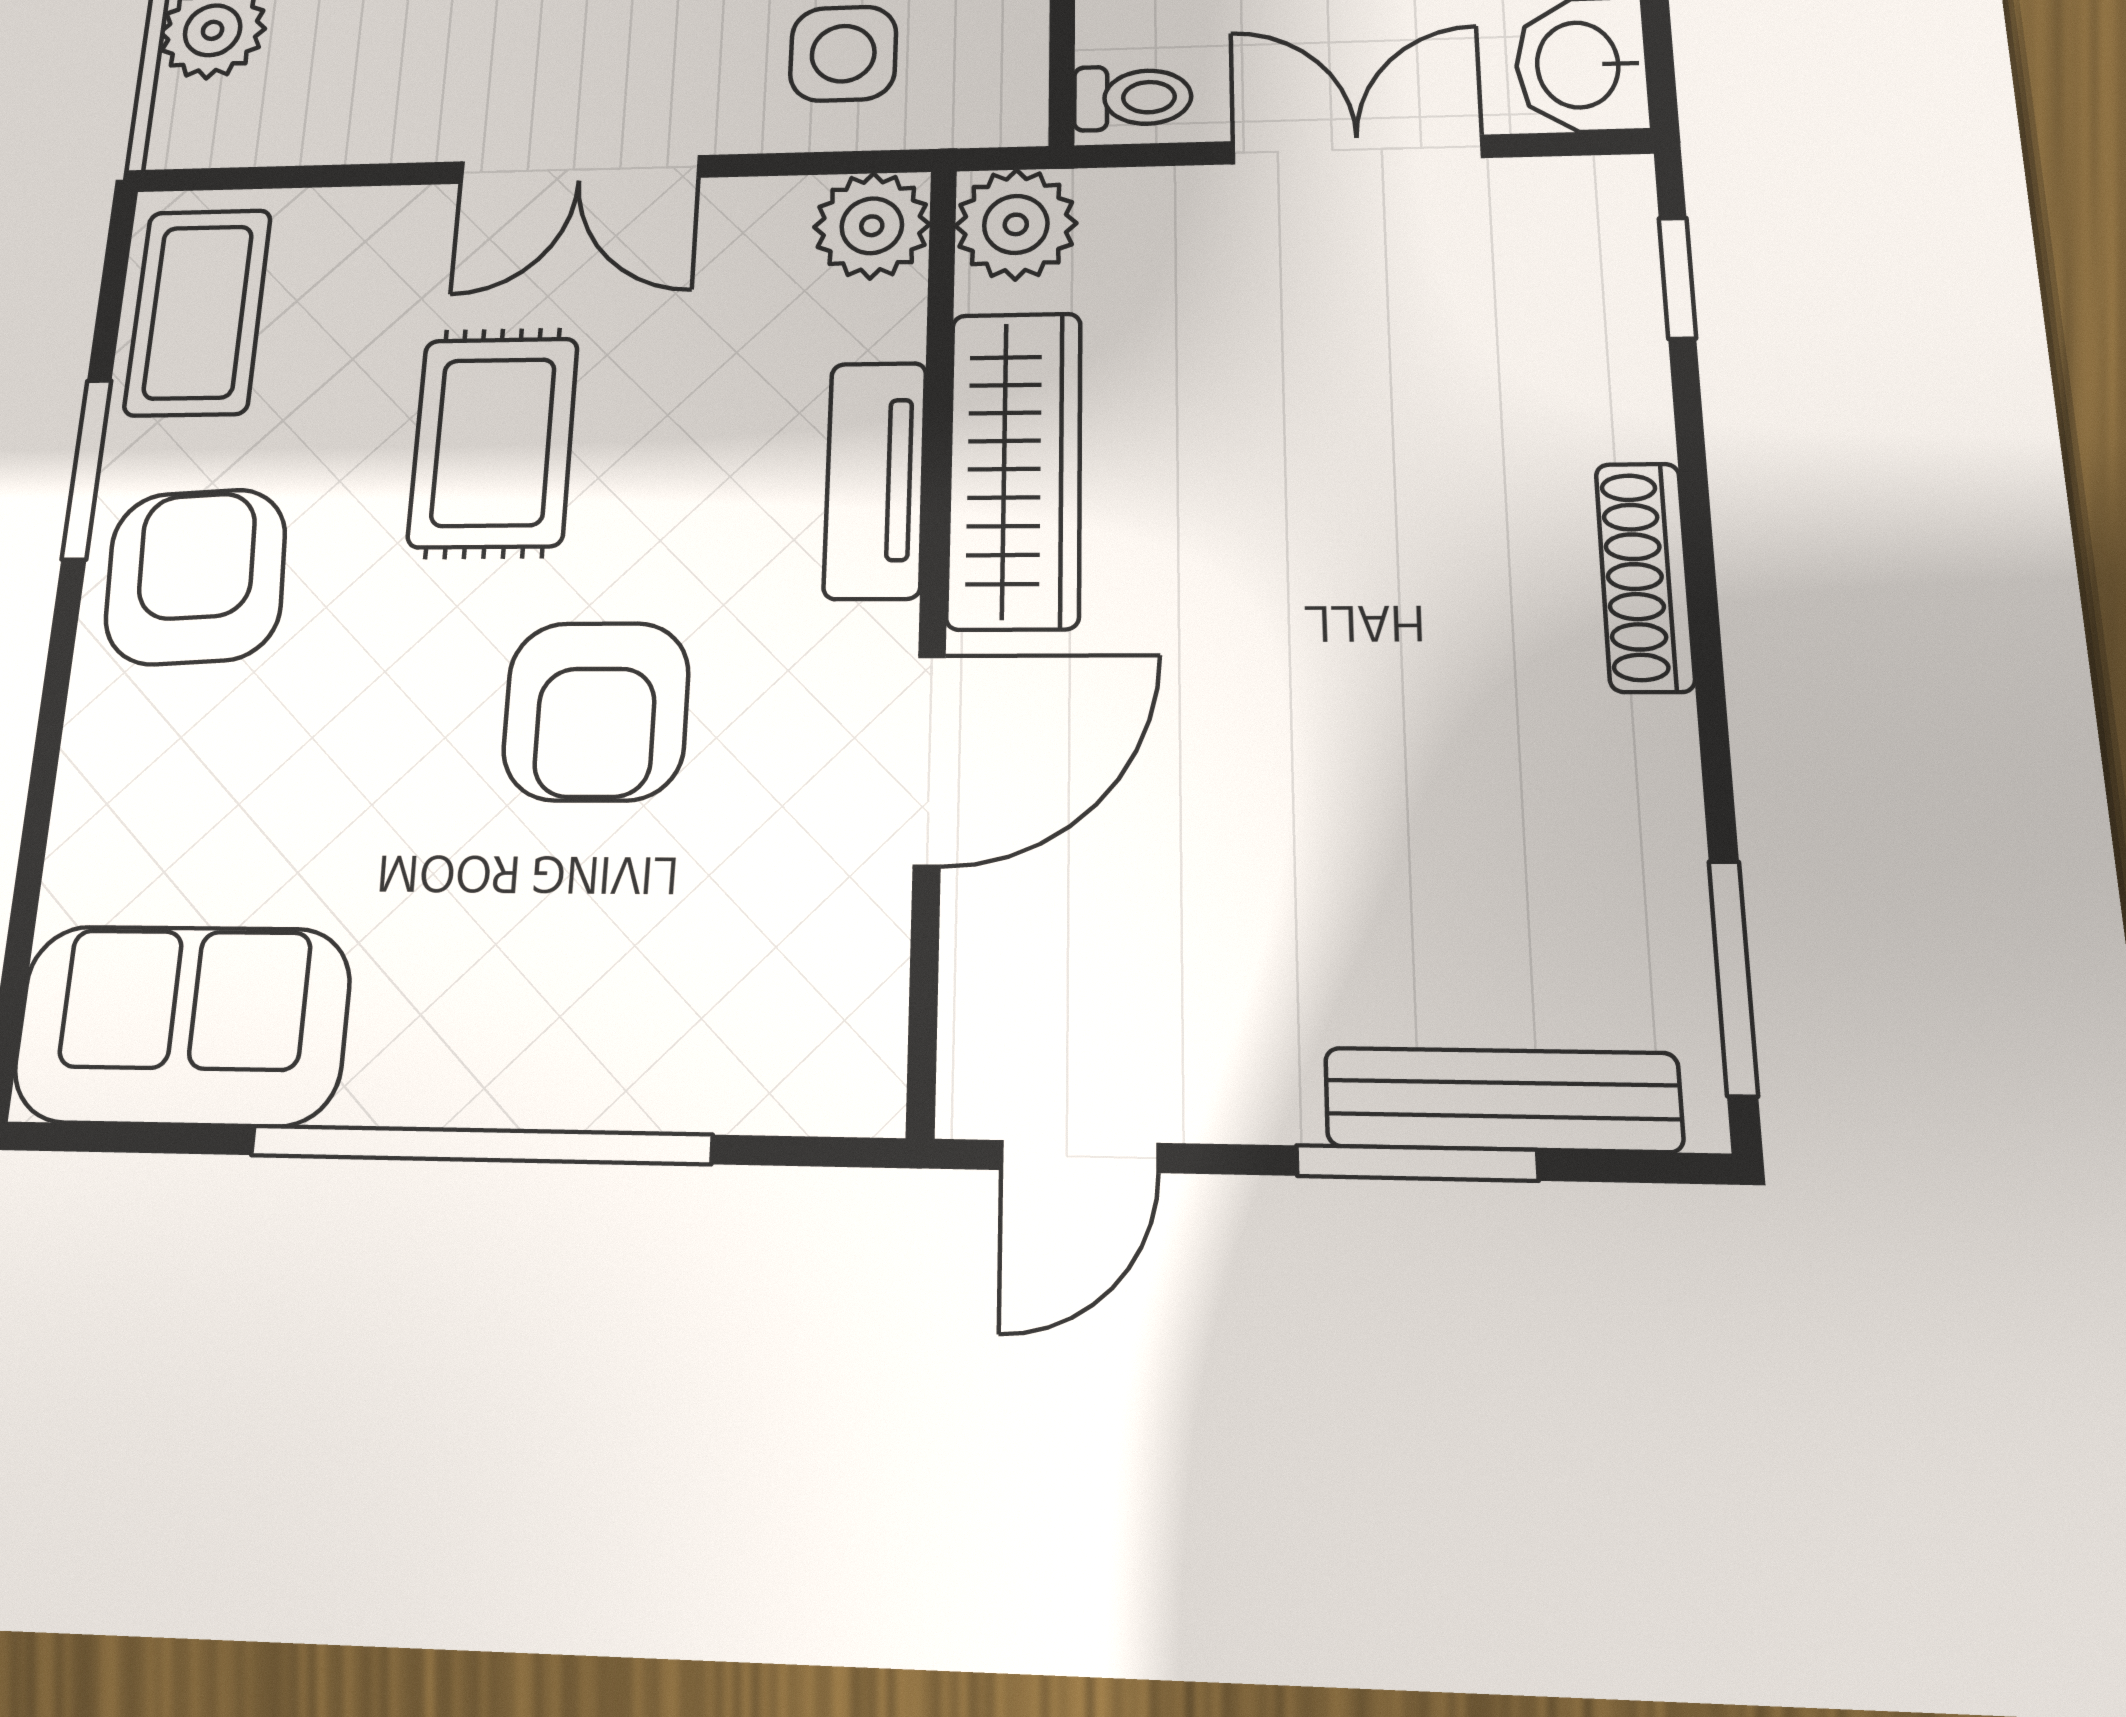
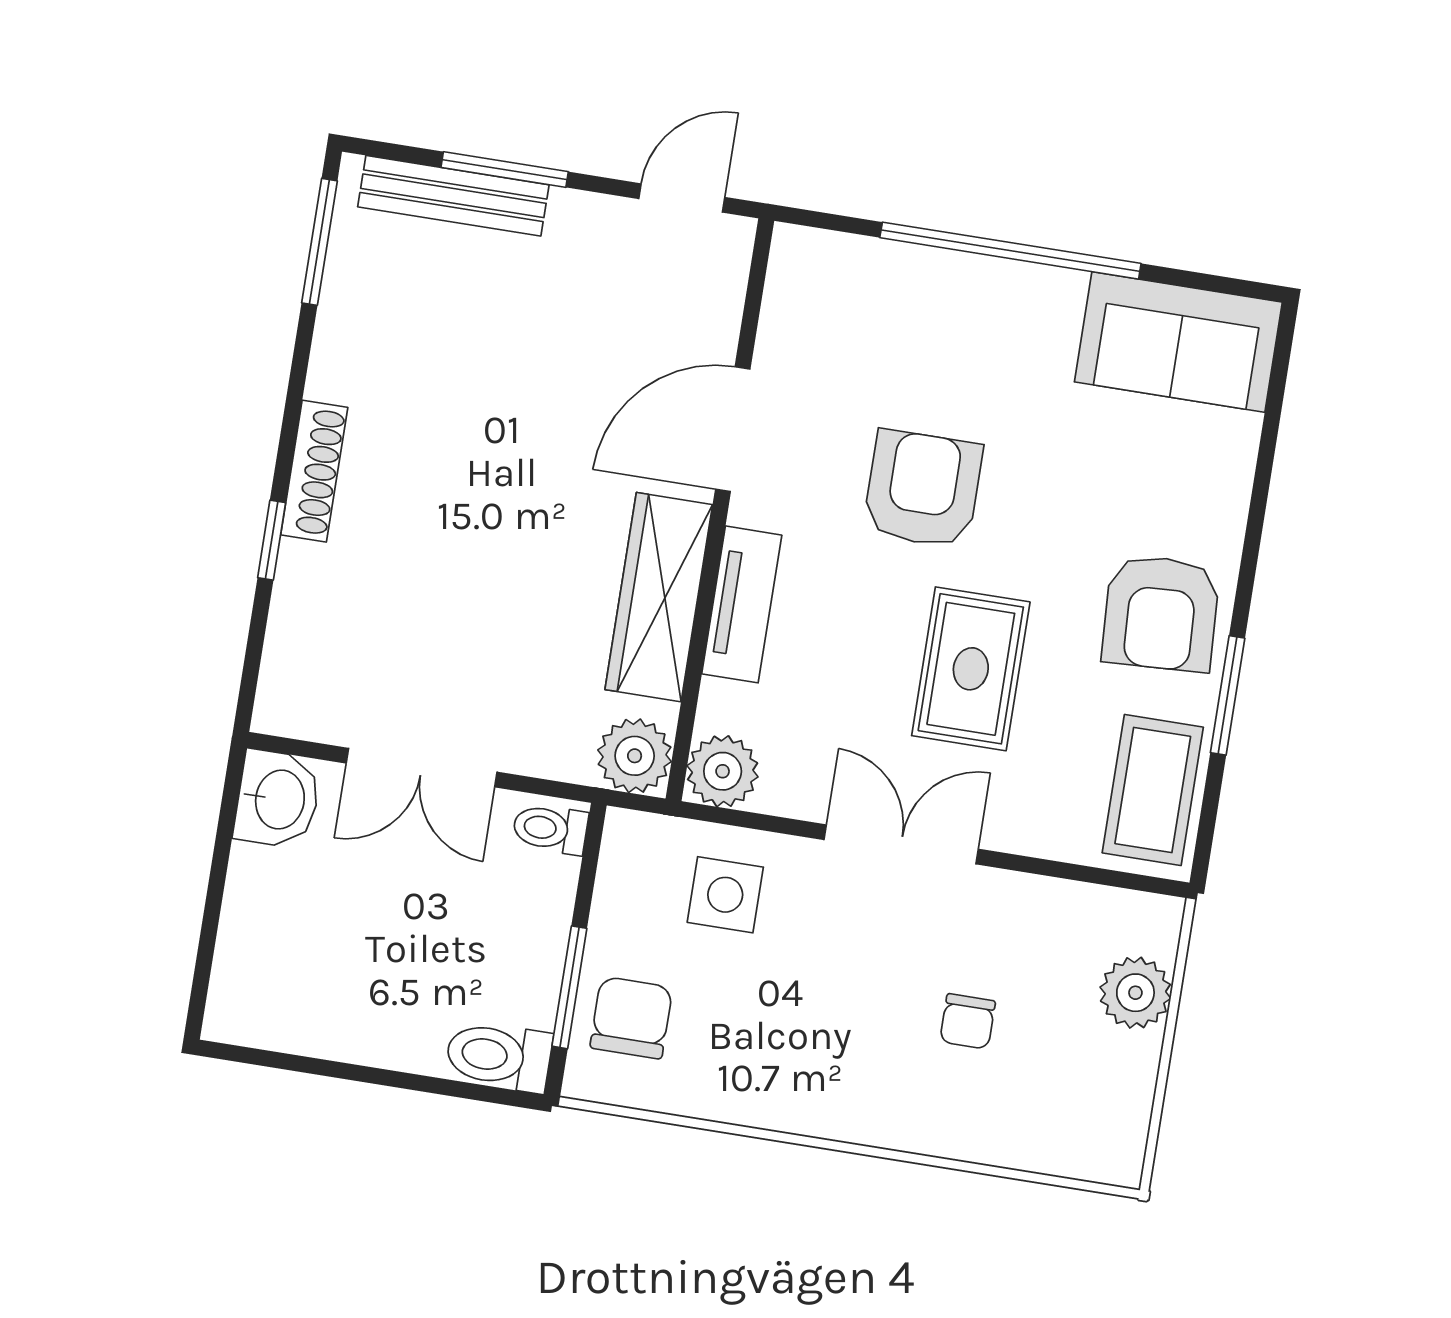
window: (1677, 278) -> (272, 540), moved

